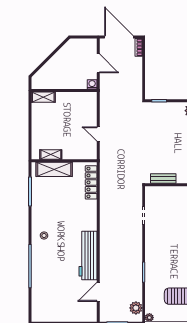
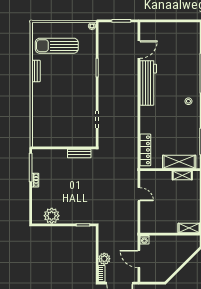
plant: (136, 308) -> (104, 259), moved

